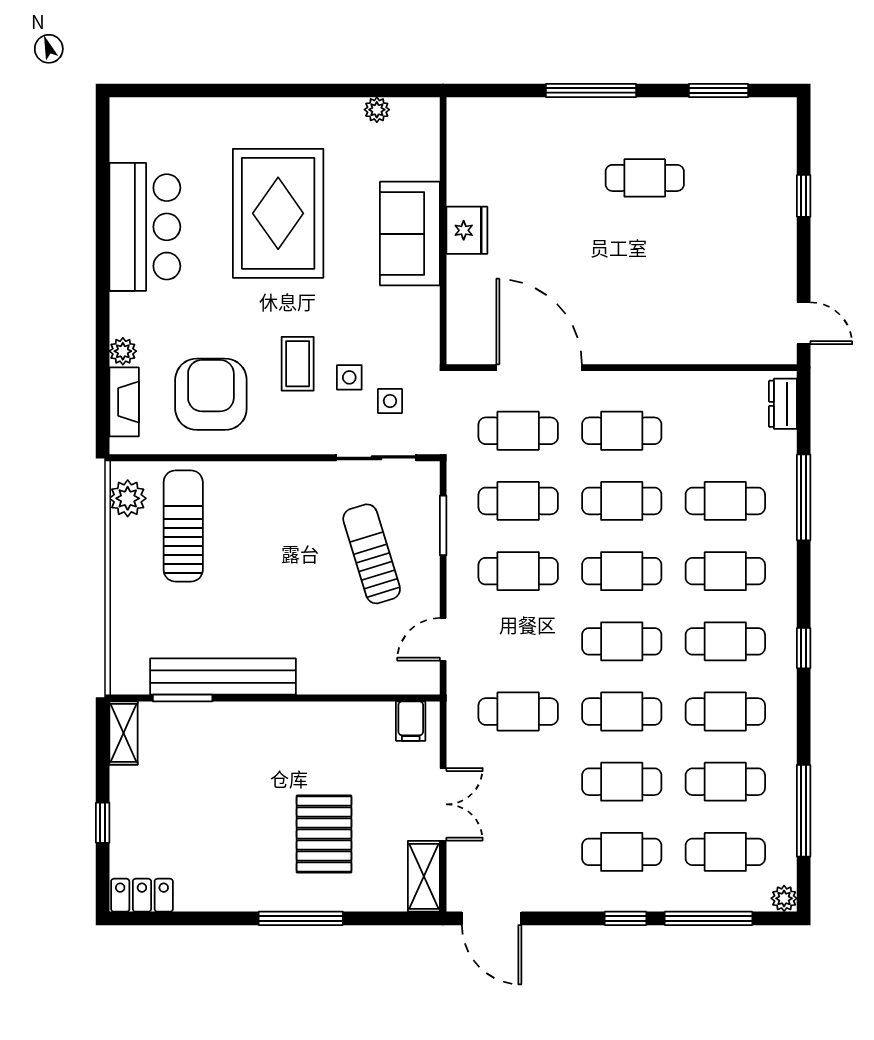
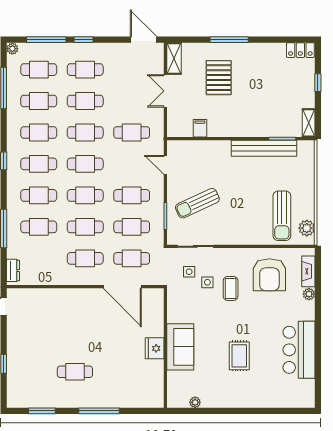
rug: (278, 213) -> (239, 356), width x0.54, depth x0.49
sun lounger: (372, 554) -> (197, 203), turned 82
door: (443, 639) -> (165, 165), swing flipped
filing cabinet: (411, 721) -> (200, 128), moved

